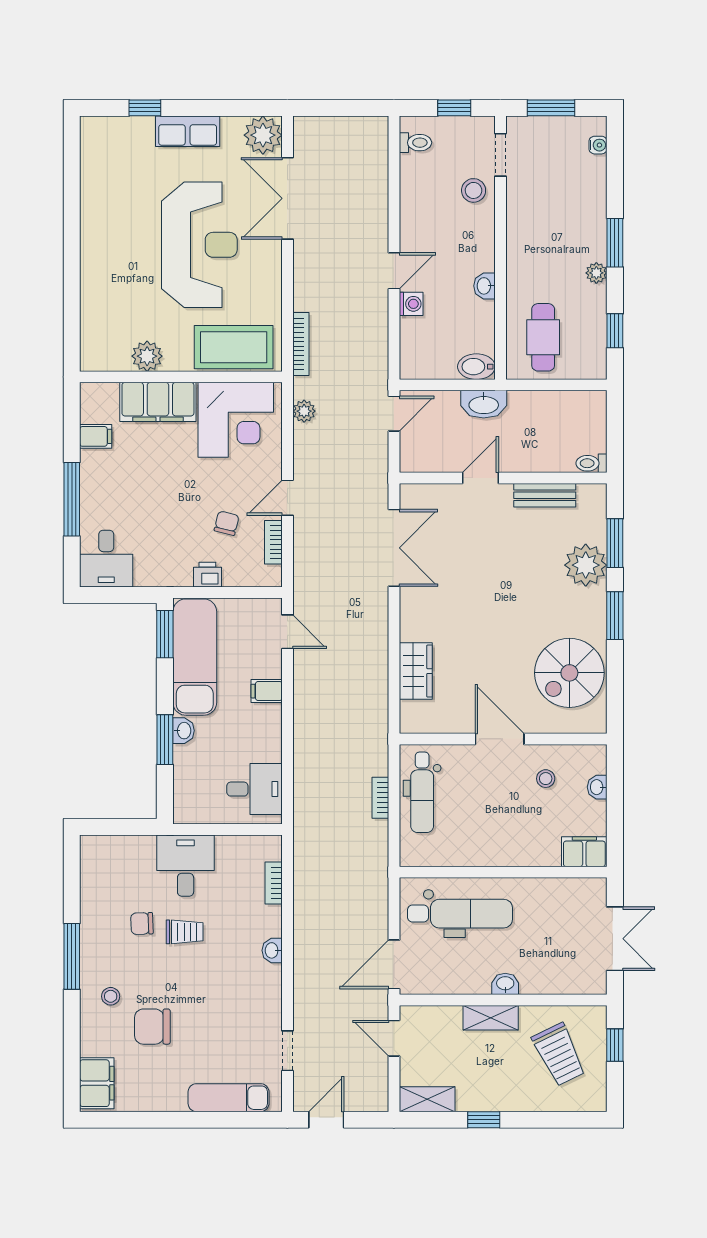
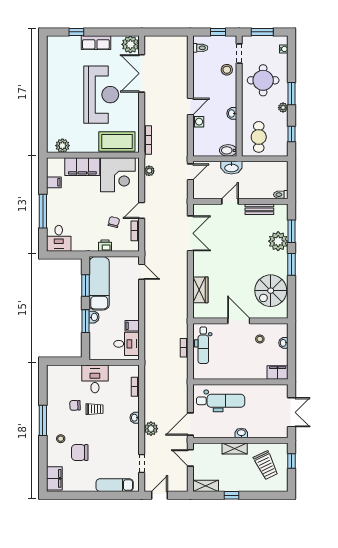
round table: (553, 214) -> (263, 80), added
plant: (147, 356) -> (62, 146), moved
window: (165, 634) -> (86, 286), moved
filing cabinet: (267, 691) -> (132, 326), moved
plant: (308, 974) -> (151, 429), added

